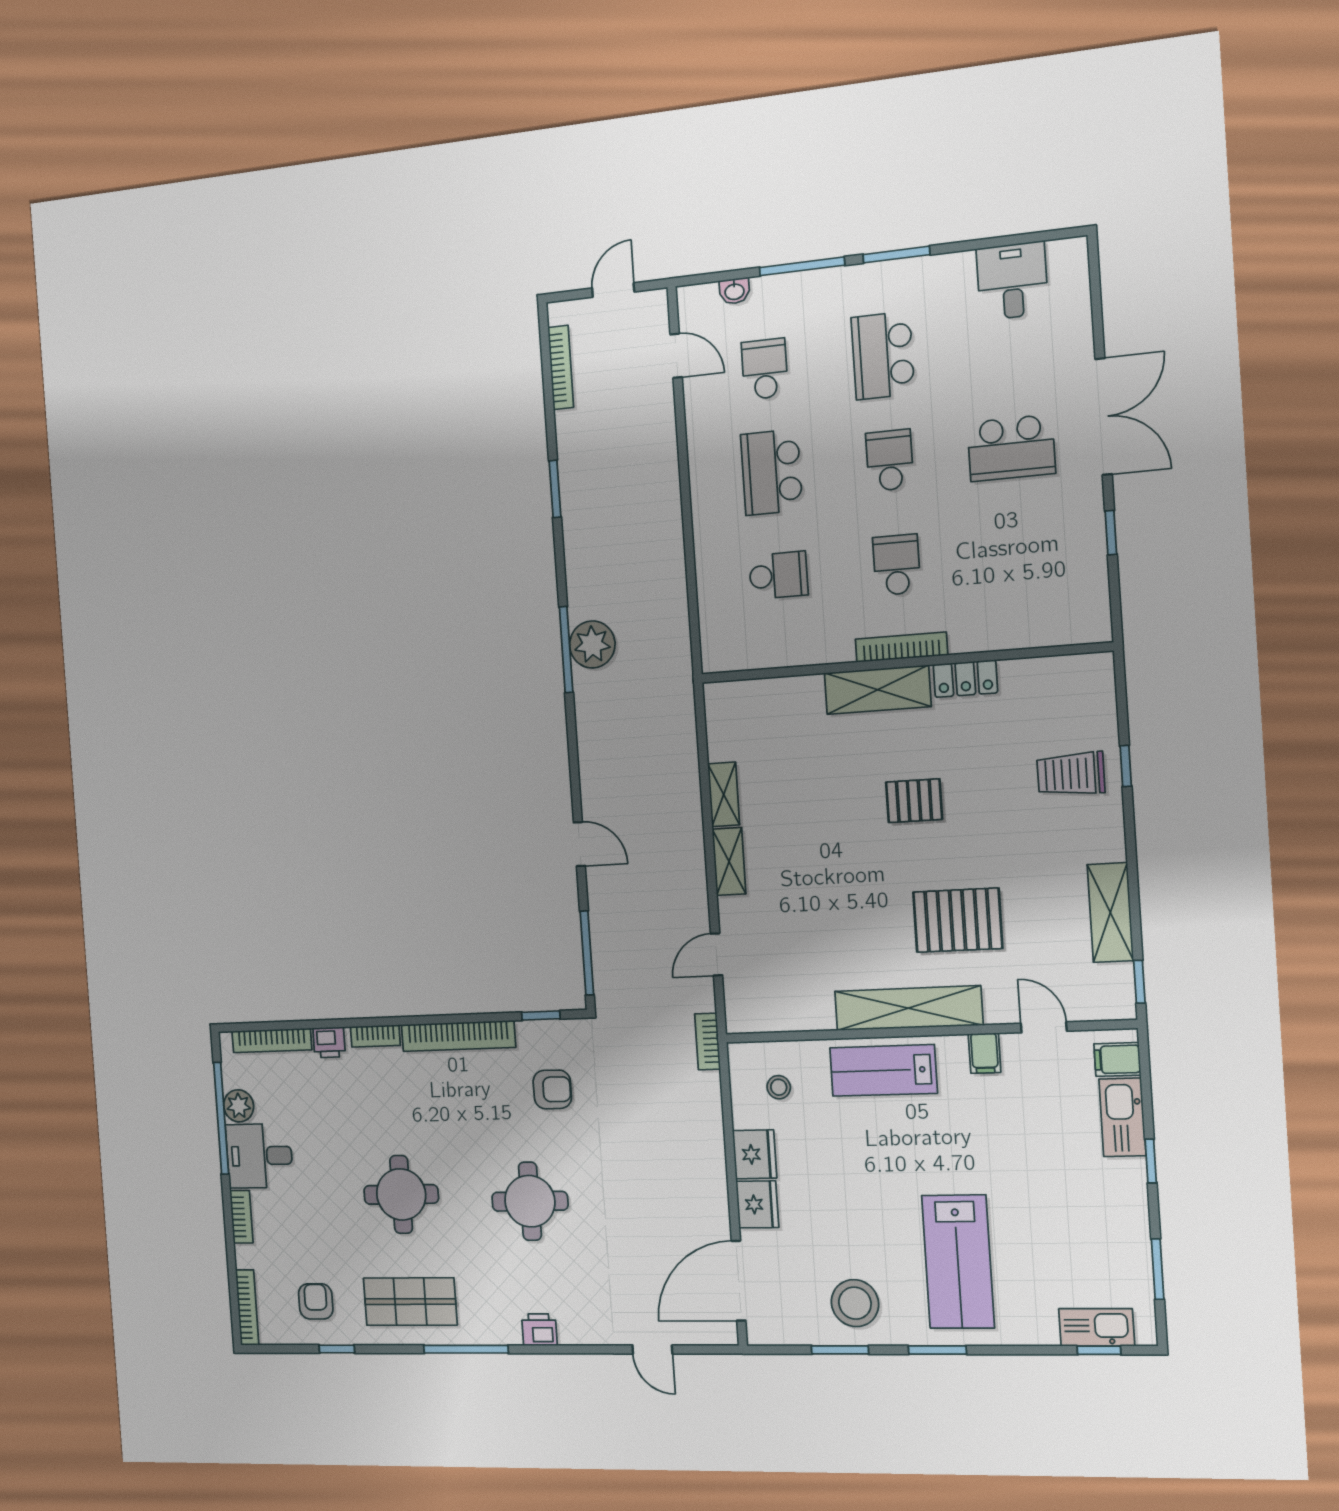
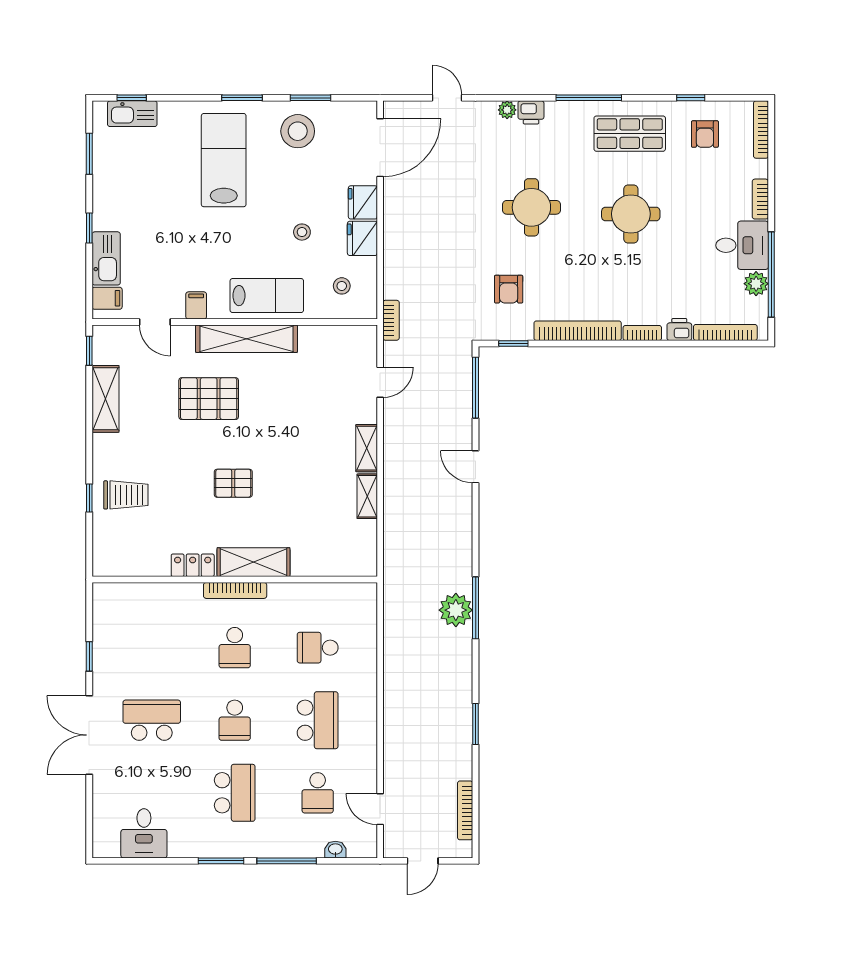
armchair: (552, 1089) -> (509, 289), turned -90
stool: (840, 1161) -> (302, 232), added
plant: (571, 1333) -> (507, 110), added

